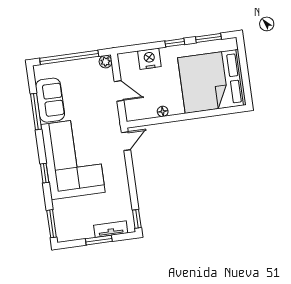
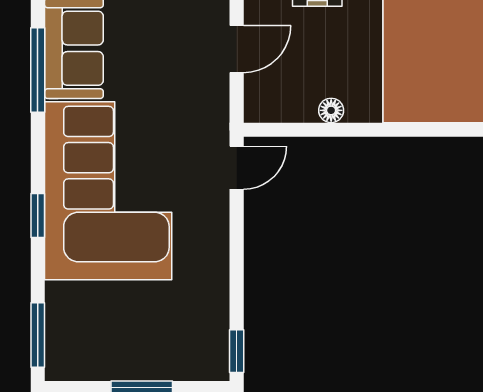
door: (119, 91) -> (237, 49), hinge flipped
tv unit: (111, 229) -> (173, 366), removed

